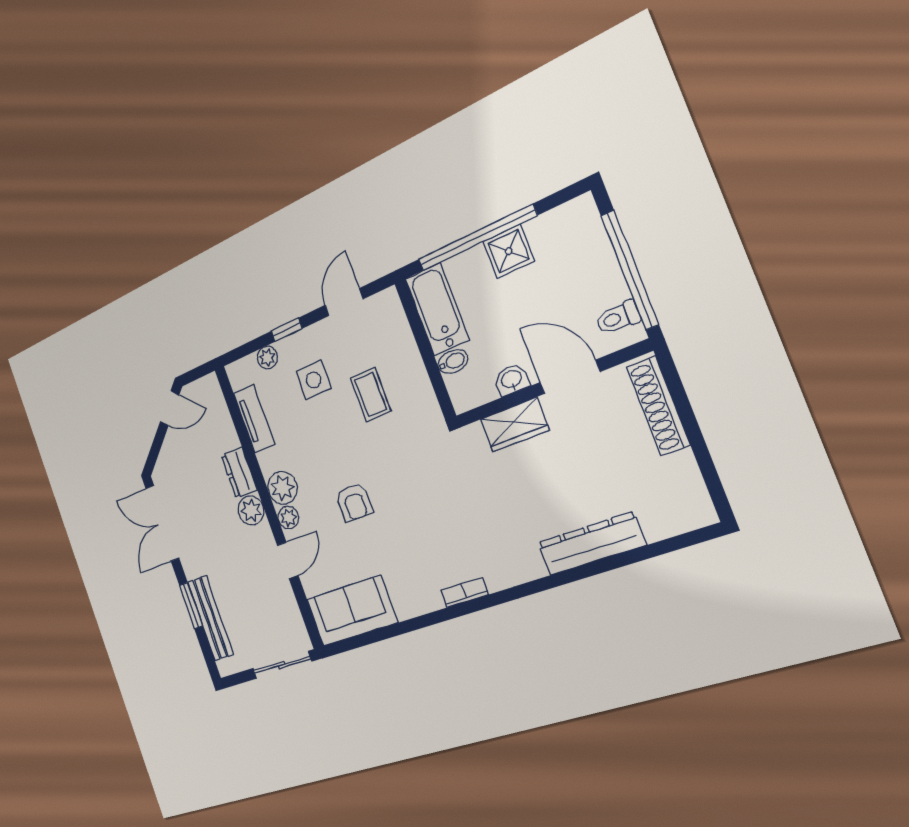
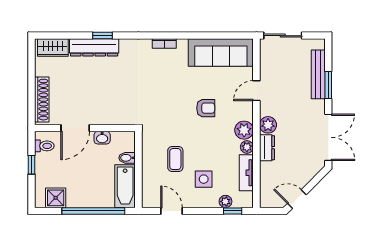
shower: (509, 251) -> (56, 198), moved
window: (630, 270) -> (32, 165), width x0.32
door: (344, 302) -> (171, 211), swing flipped
window: (287, 330) -> (233, 211), moved
door: (570, 377) -> (75, 128), hinge flipped
wardrobe: (515, 425) -> (53, 48), moved, turned 180
armchair: (354, 502) -> (206, 108), turned 90
plant: (288, 518) -> (247, 147), moved
window: (583, 572) -> (102, 36), added
sofa: (352, 611) -> (221, 53), width x1.36

